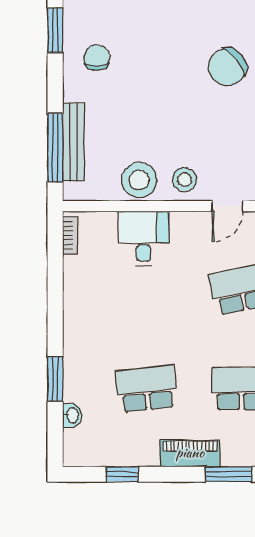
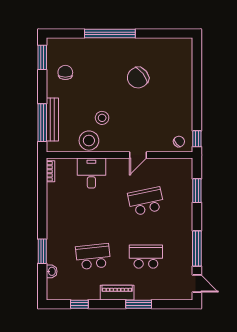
stool: (185, 180) -> (102, 118), moved

